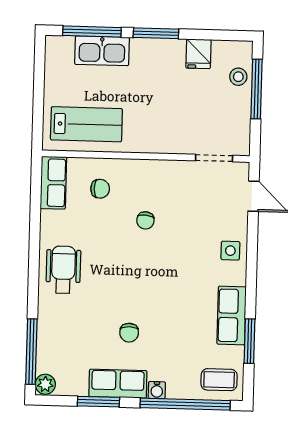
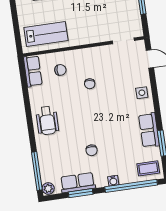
wheelchair: (63, 270) -> (47, 120), turned 180
row of seats: (118, 384) -> (78, 183), moved

